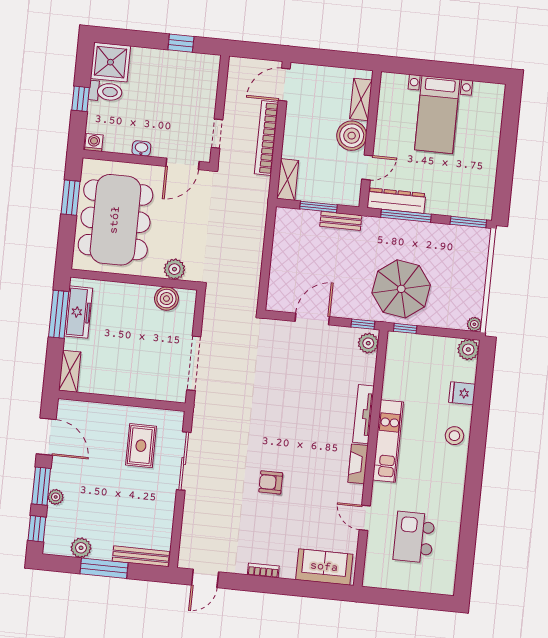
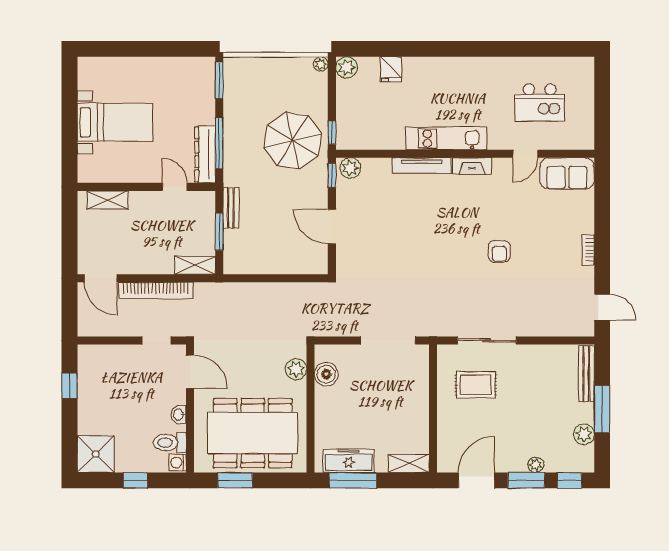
toilet: (105, 92) -> (170, 443), moved, turned -90
boiler: (352, 136) -> (145, 206), removed
stool: (454, 436) -> (434, 73), removed
sofa: (324, 567) -> (567, 173), moved, turned -90

